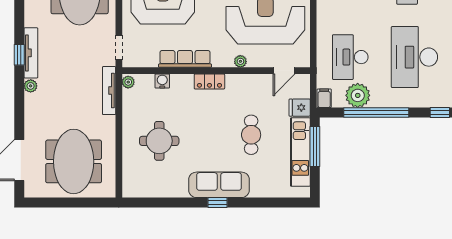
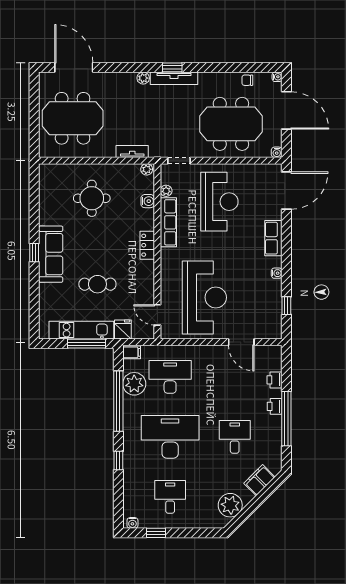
plant: (240, 61) -> (166, 191), moved
tv unit: (109, 91) -> (132, 151), width x0.71

